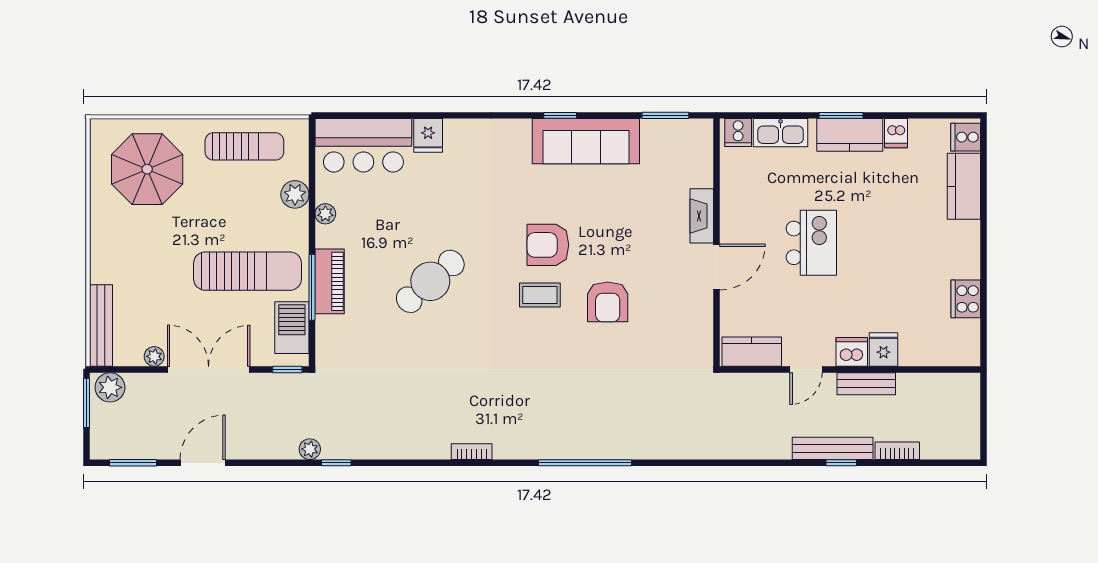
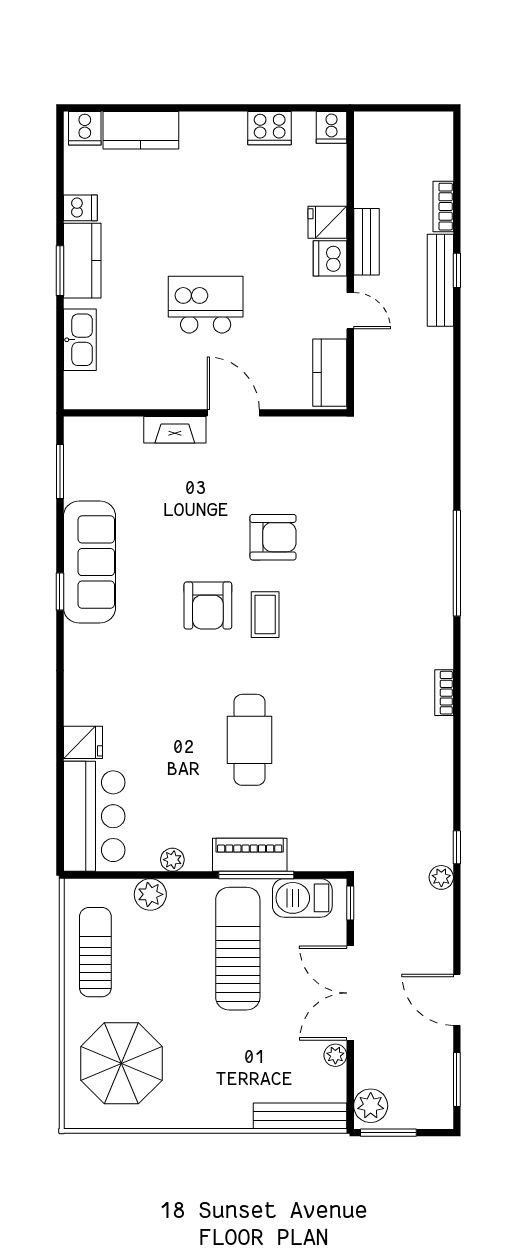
cooker: (738, 133) -> (331, 127), moved, turned 90
cafe table: (430, 281) -> (249, 740), turned 41

